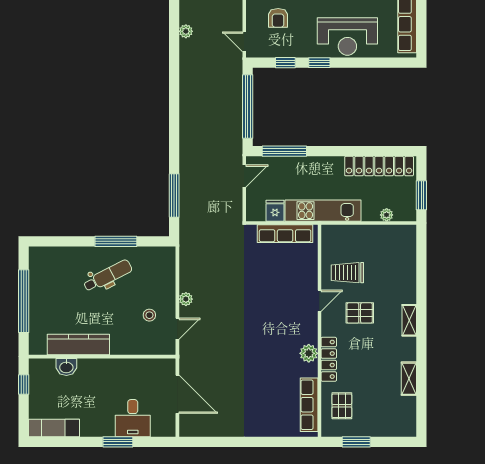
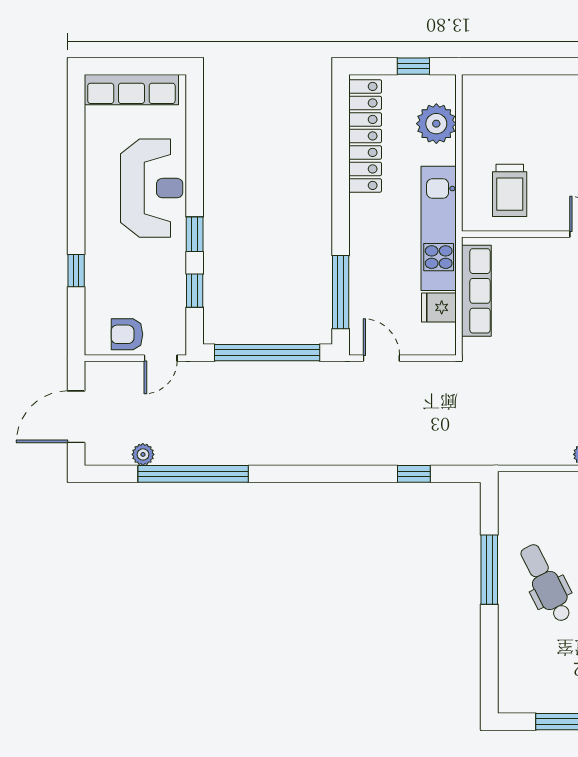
armchair: (278, 18) -> (127, 334), moved, turned 180
window: (174, 62) -> (193, 474), added
window: (421, 195) -> (413, 66), width x0.67
window: (174, 196) -> (414, 474), width x0.46
plant: (387, 215) -> (436, 124), width x1.88, depth x1.88
trolley: (347, 273) -> (510, 190), moved

